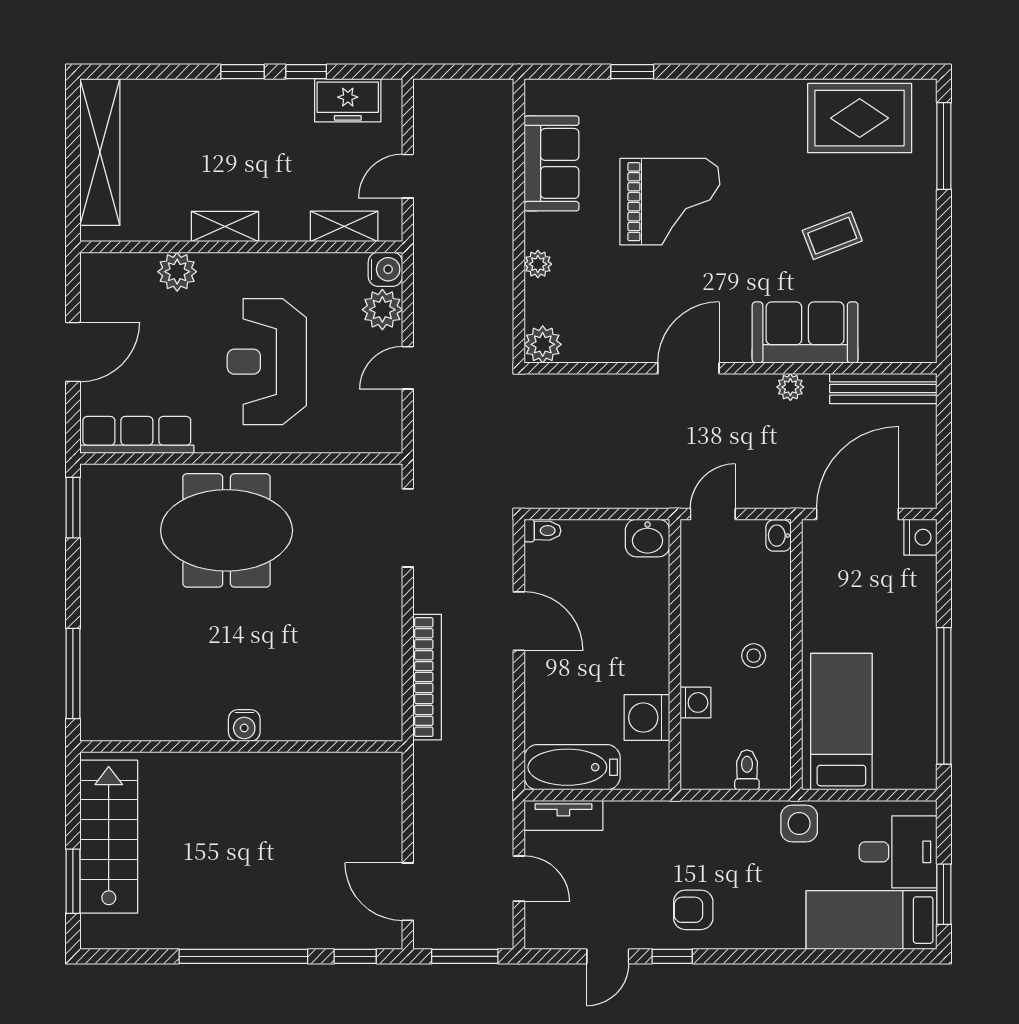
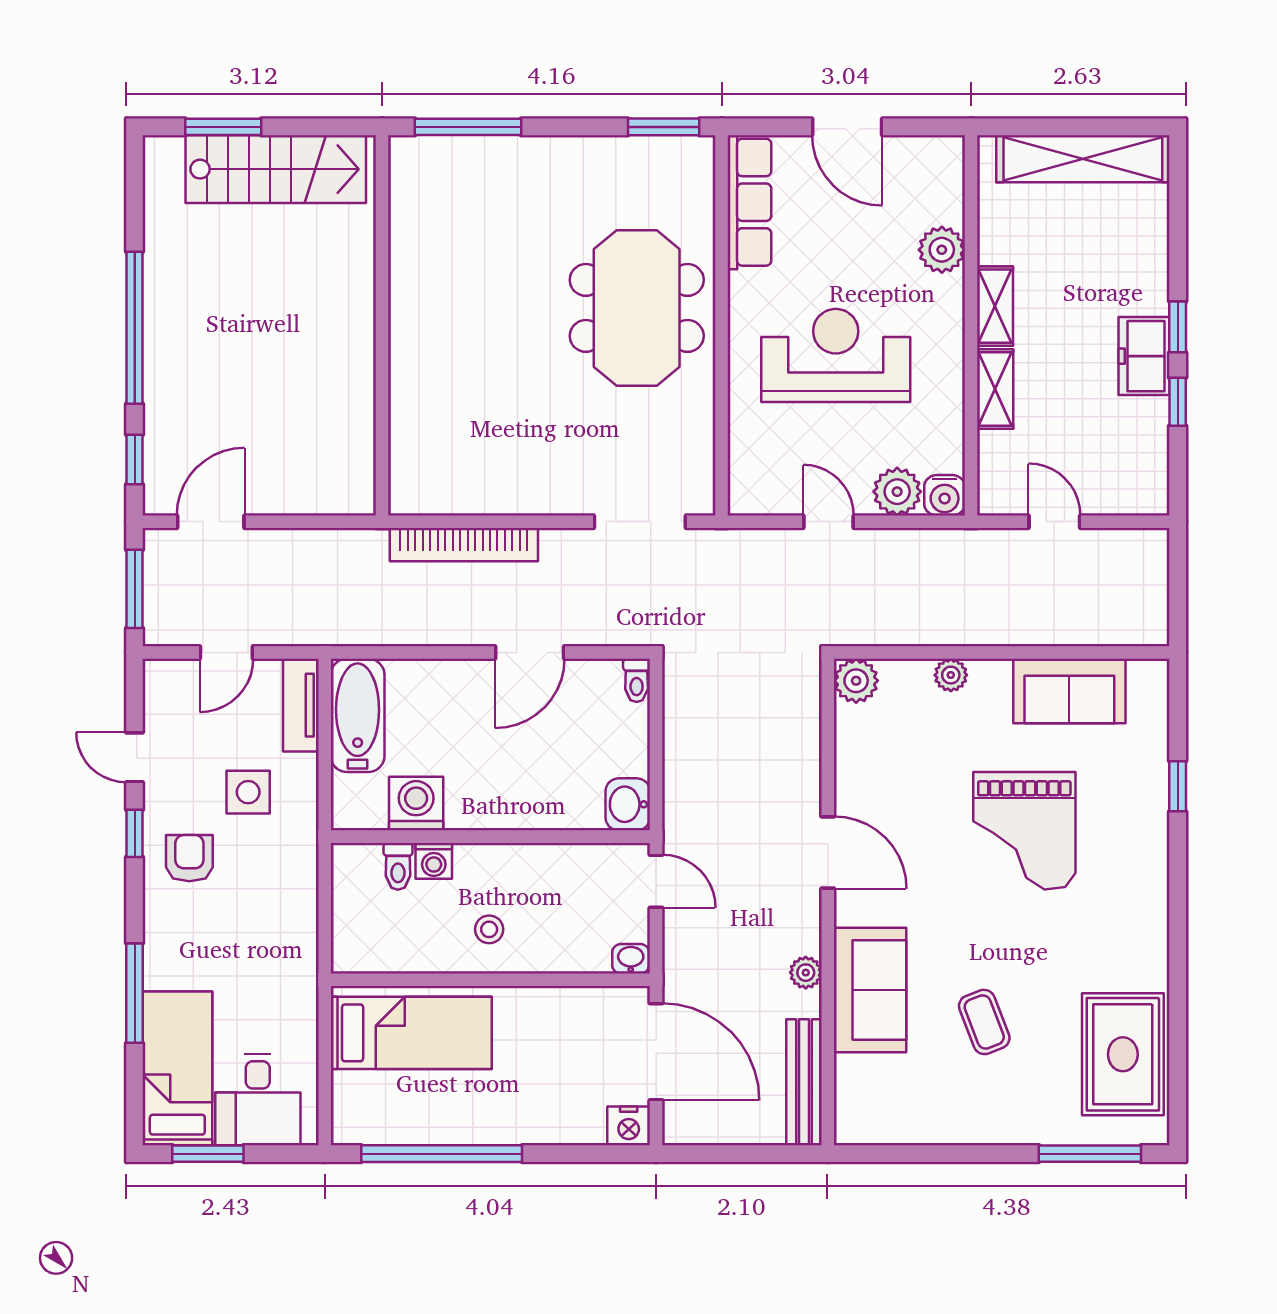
freezer: (348, 100) -> (1144, 356), moved
shelving: (344, 226) -> (995, 389), moved
water cooler: (244, 725) -> (407, 329), removed
toilet: (747, 770) -> (398, 866), moved, turned 90
side table: (799, 823) -> (248, 792), moved
window: (808, 956) -> (135, 993), added

